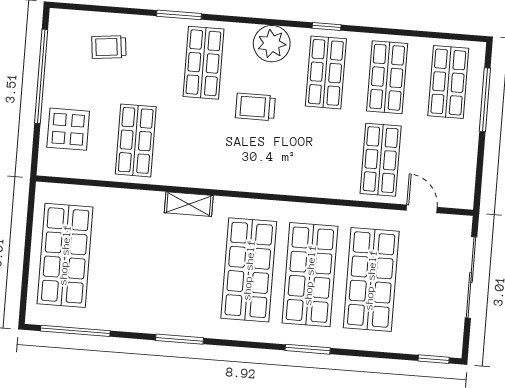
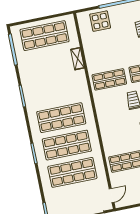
shop shelf: (136, 140) -> (109, 79), moved
shelving: (189, 204) -> (77, 59), moved
door: (422, 209) -> (112, 196), moved

